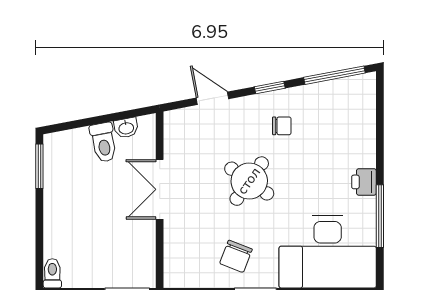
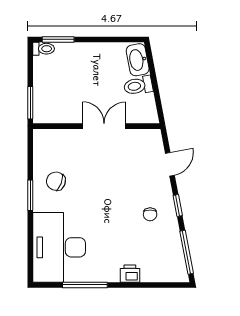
washbasin: (126, 128) -> (138, 60), moved, width x1.91, depth x1.45
window: (39, 166) -> (58, 39), moved
round table: (249, 181) -> (110, 191), removed
printer: (364, 182) -> (130, 274), moved

